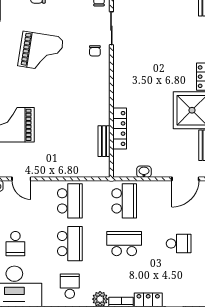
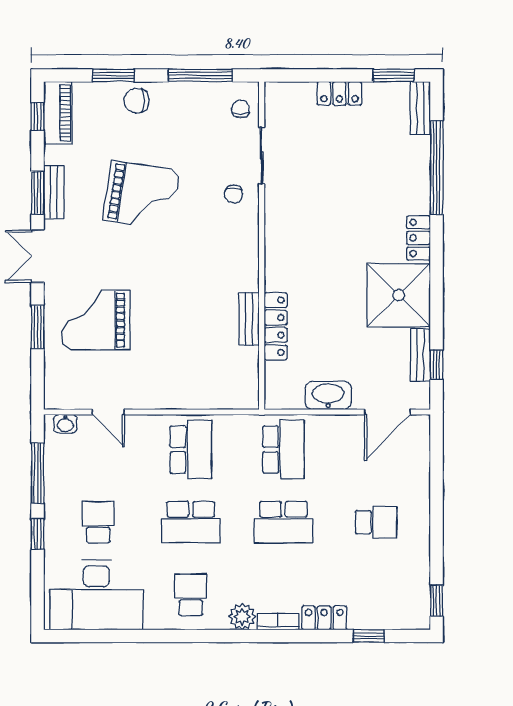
bench: (104, 141) -> (249, 319), moved
washbasin: (144, 172) -> (328, 395), width x1.91, depth x1.45
school desk: (15, 244) -> (98, 522), turned 180
school desk: (70, 244) -> (191, 522), turned 90
school desk: (124, 244) -> (283, 522), turned 180

